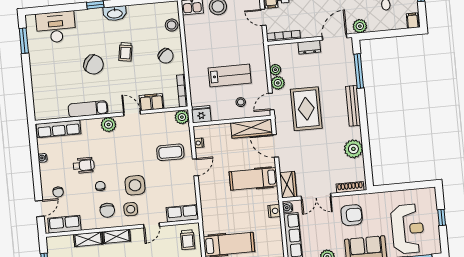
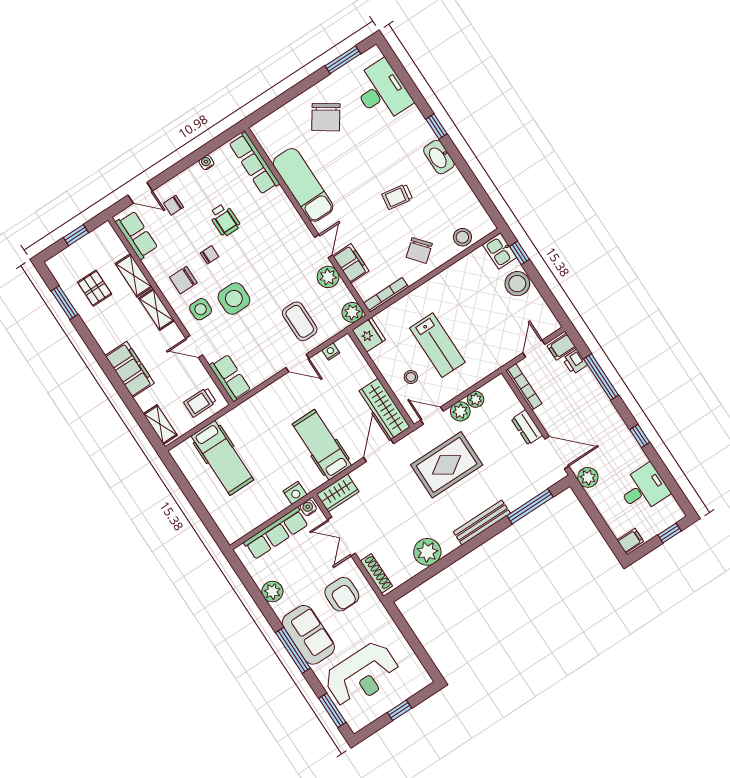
chair: (94, 65) -> (326, 117), moved
exam couch: (88, 109) -> (303, 185), width x1.36, depth x1.45
plant: (109, 125) -> (328, 277), moved

